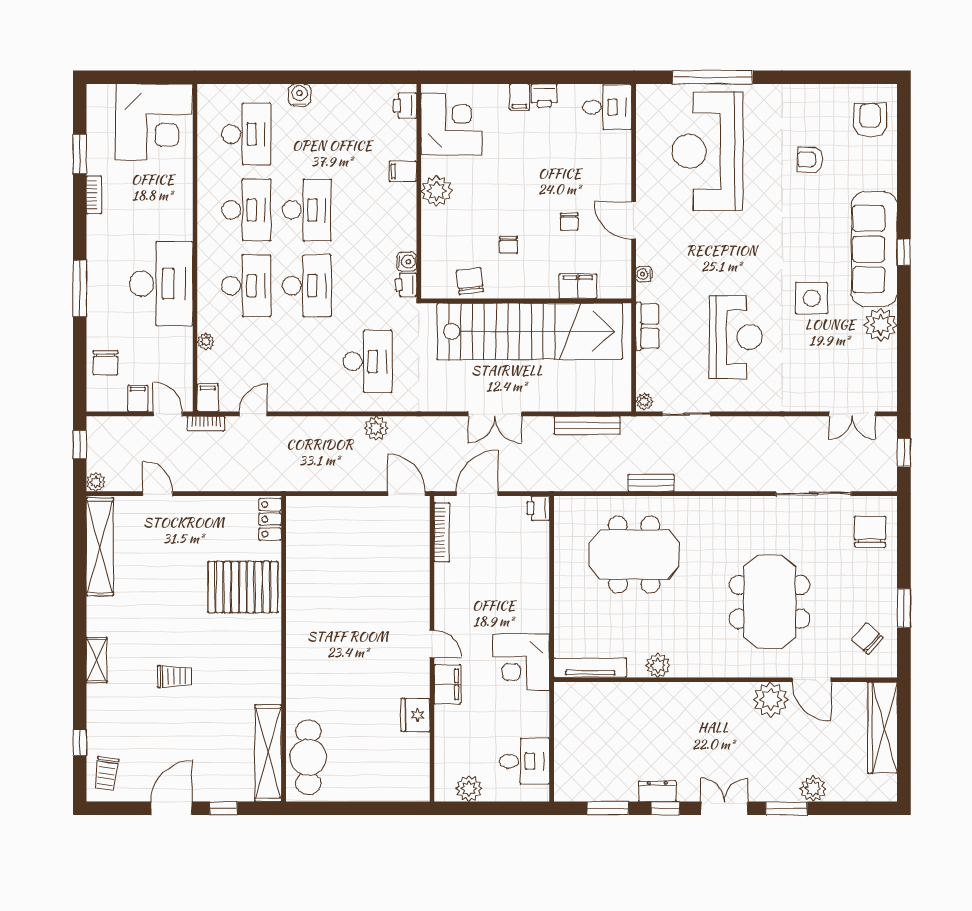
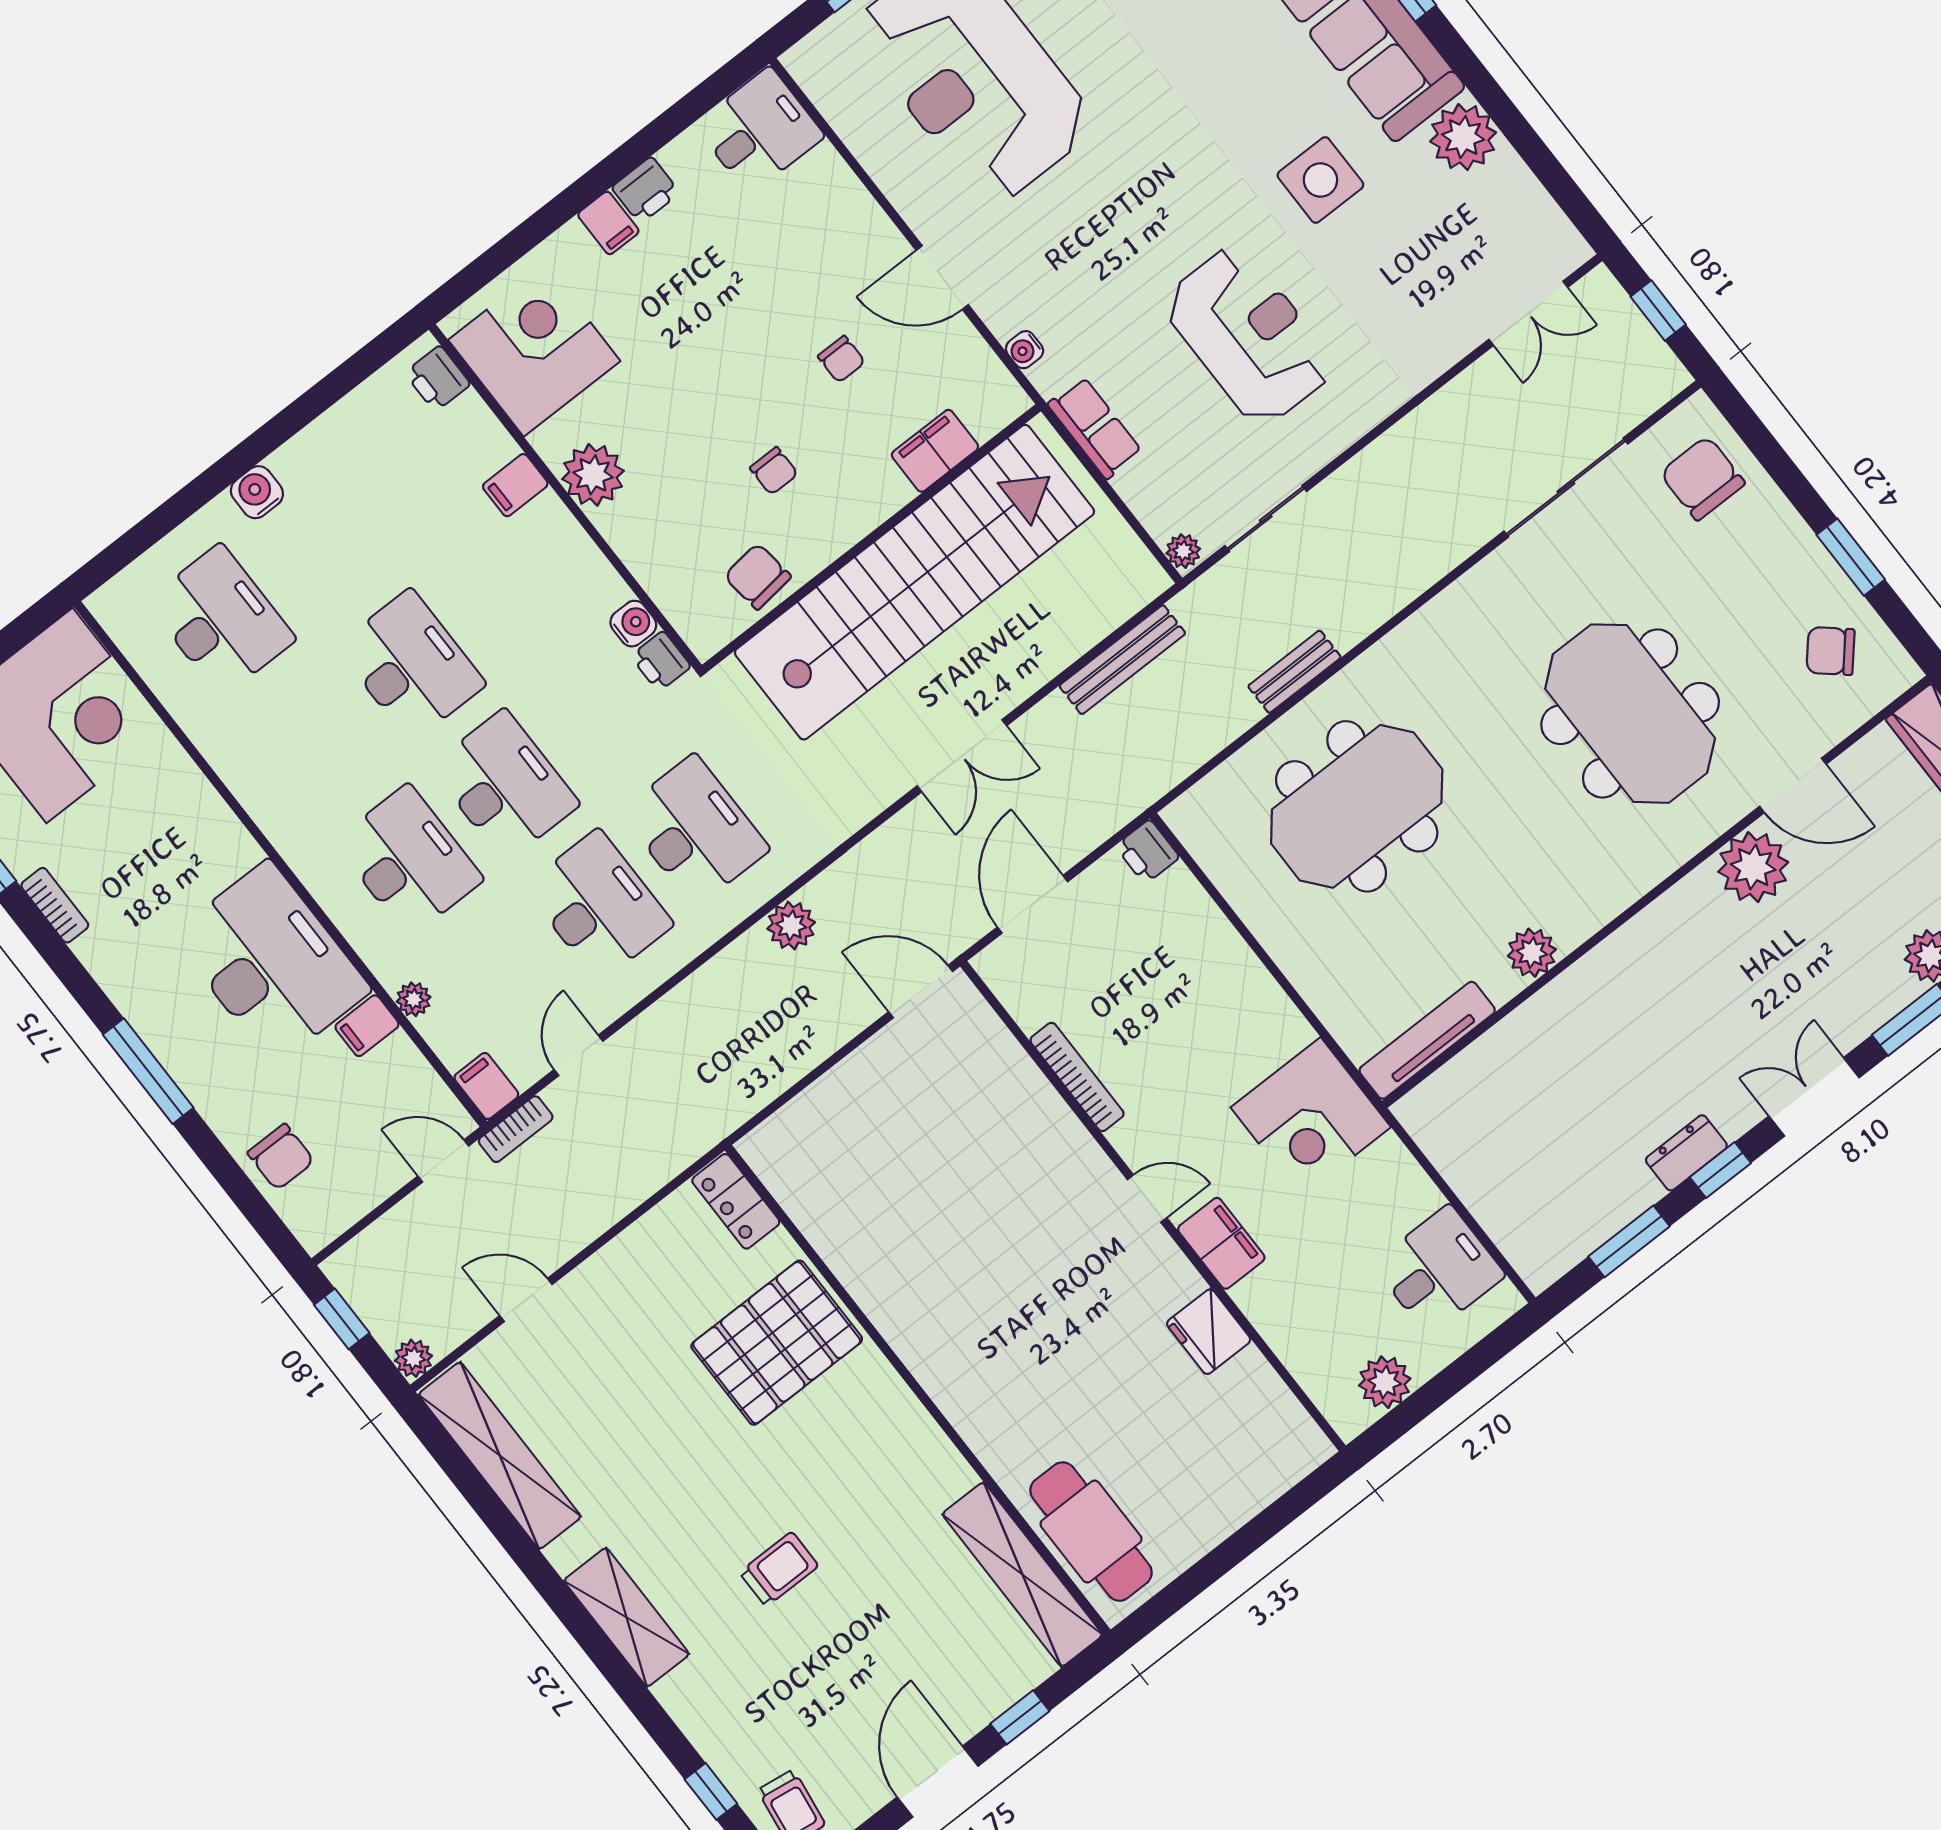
desk: (246, 210) -> (599, 906), moved
filing cabinet: (138, 398) -> (367, 1026), moved, turned -90
bookcase: (442, 532) -> (1077, 1077), moved
shelving: (97, 660) -> (627, 1617), width x1.50, depth x1.33

